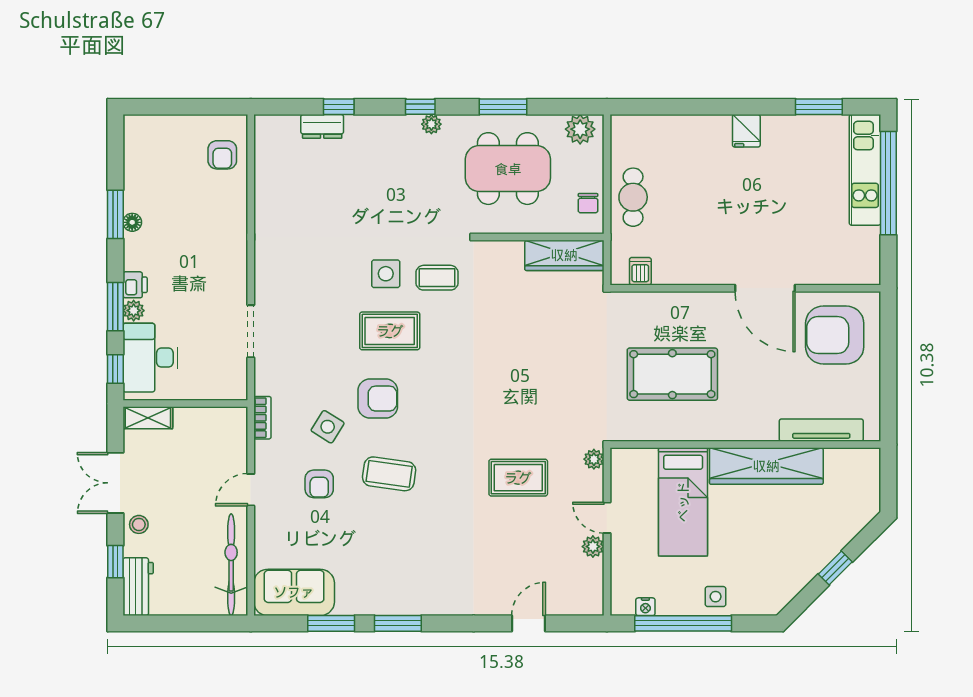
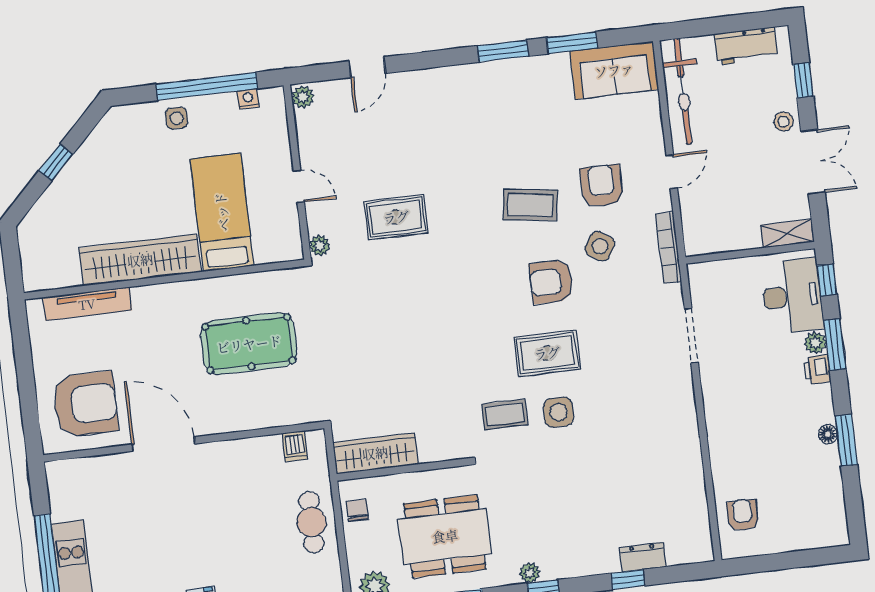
bookcase: (262, 418) -> (669, 248), width x1.56
armchair: (319, 484) -> (602, 186), width x1.38, depth x1.38
plant: (593, 547) -> (303, 97), moved
workbench: (138, 587) -> (746, 46), moved, turned -90

